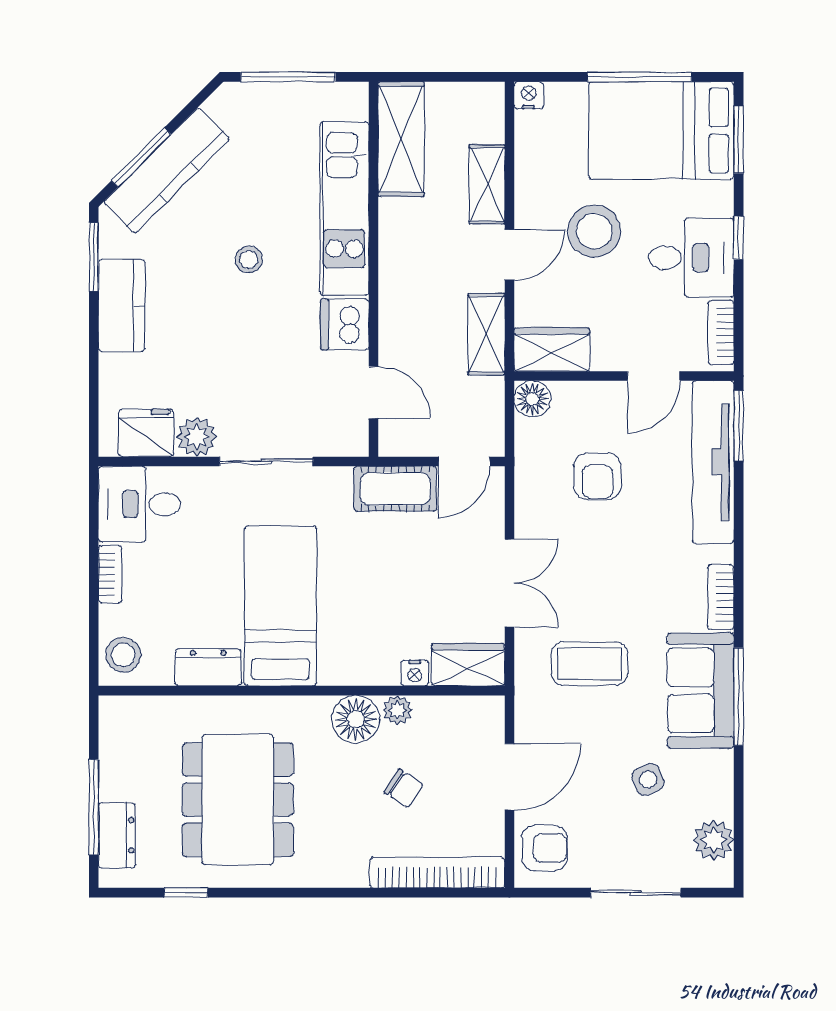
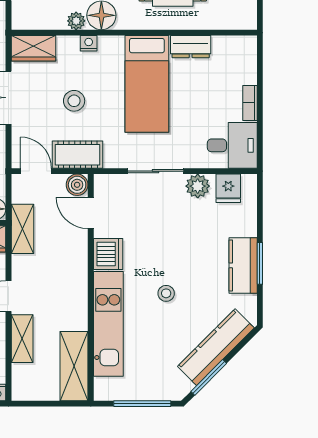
window: (141, 157) -> (209, 377), moved
window: (94, 257) -> (260, 263), moved
shelving: (486, 334) -> (22, 229), moved
fridge: (146, 433) -> (228, 188), width x0.72
boiler: (396, 439) -> (77, 185), added
door: (464, 461) -> (36, 171), hinge flipped
stool: (123, 655) -> (74, 101), moved
nightstand: (415, 673) -> (89, 43), moved

